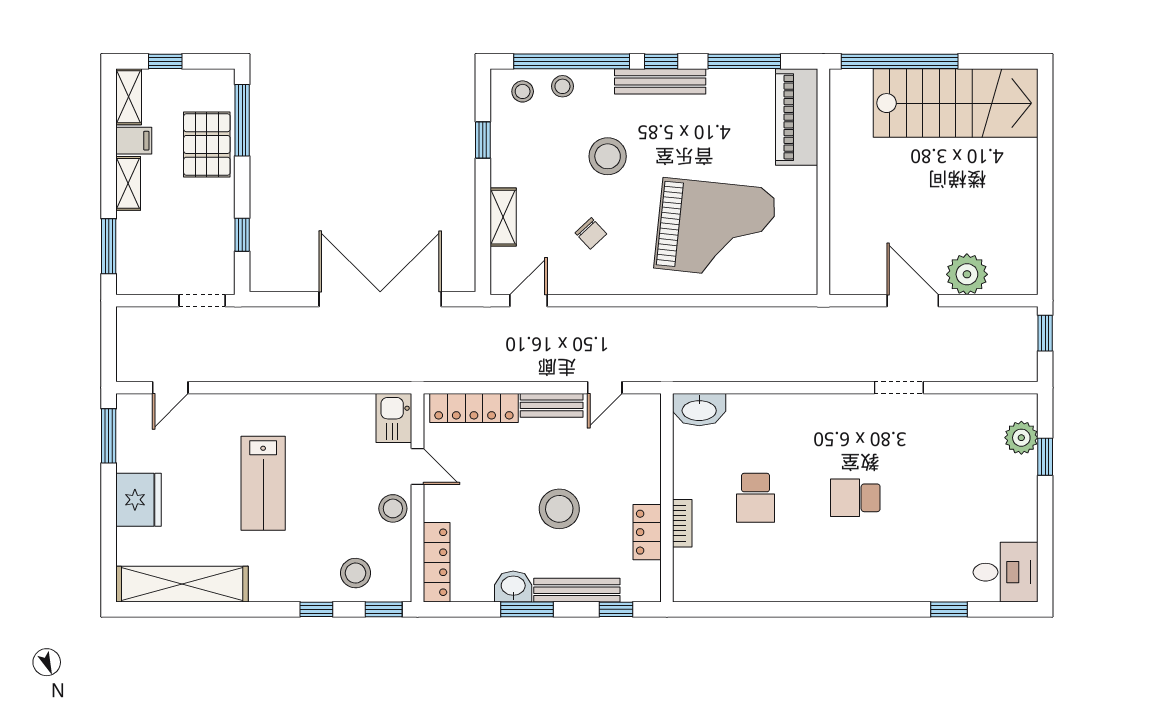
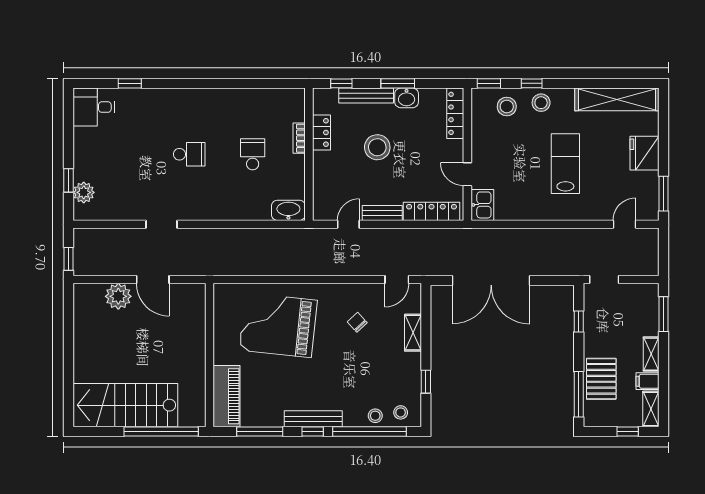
stool: (608, 156) -> (347, 371), removed
stool: (393, 508) -> (541, 103), moved

